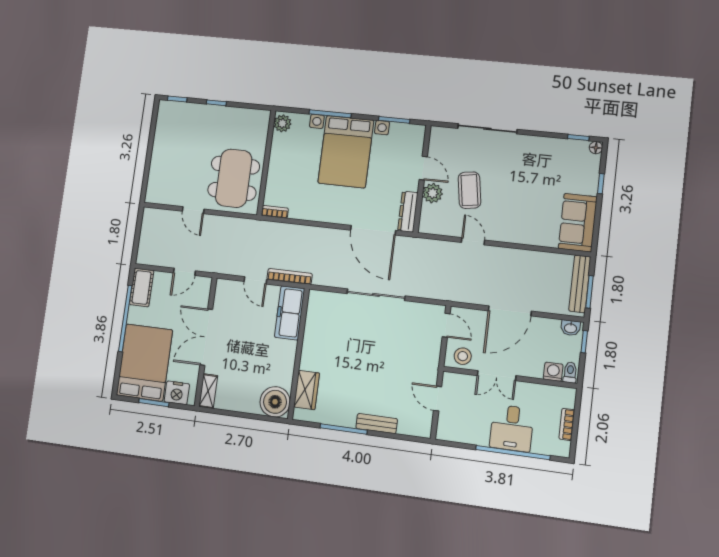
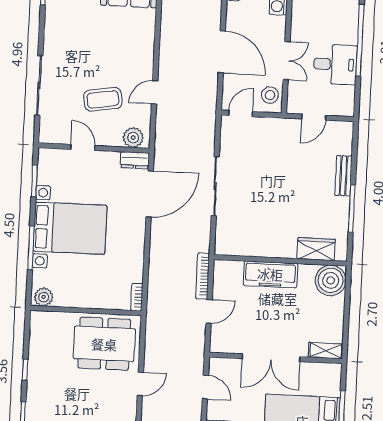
door: (423, 168) -> (83, 147), hinge flipped
plant: (433, 193) -> (133, 138), moved
dresser: (408, 212) -> (135, 160), width x0.70
freezer: (290, 313) -> (270, 274), moved
nightstand: (177, 393) -> (330, 383), removed
desk: (512, 428) -> (335, 64), moved

